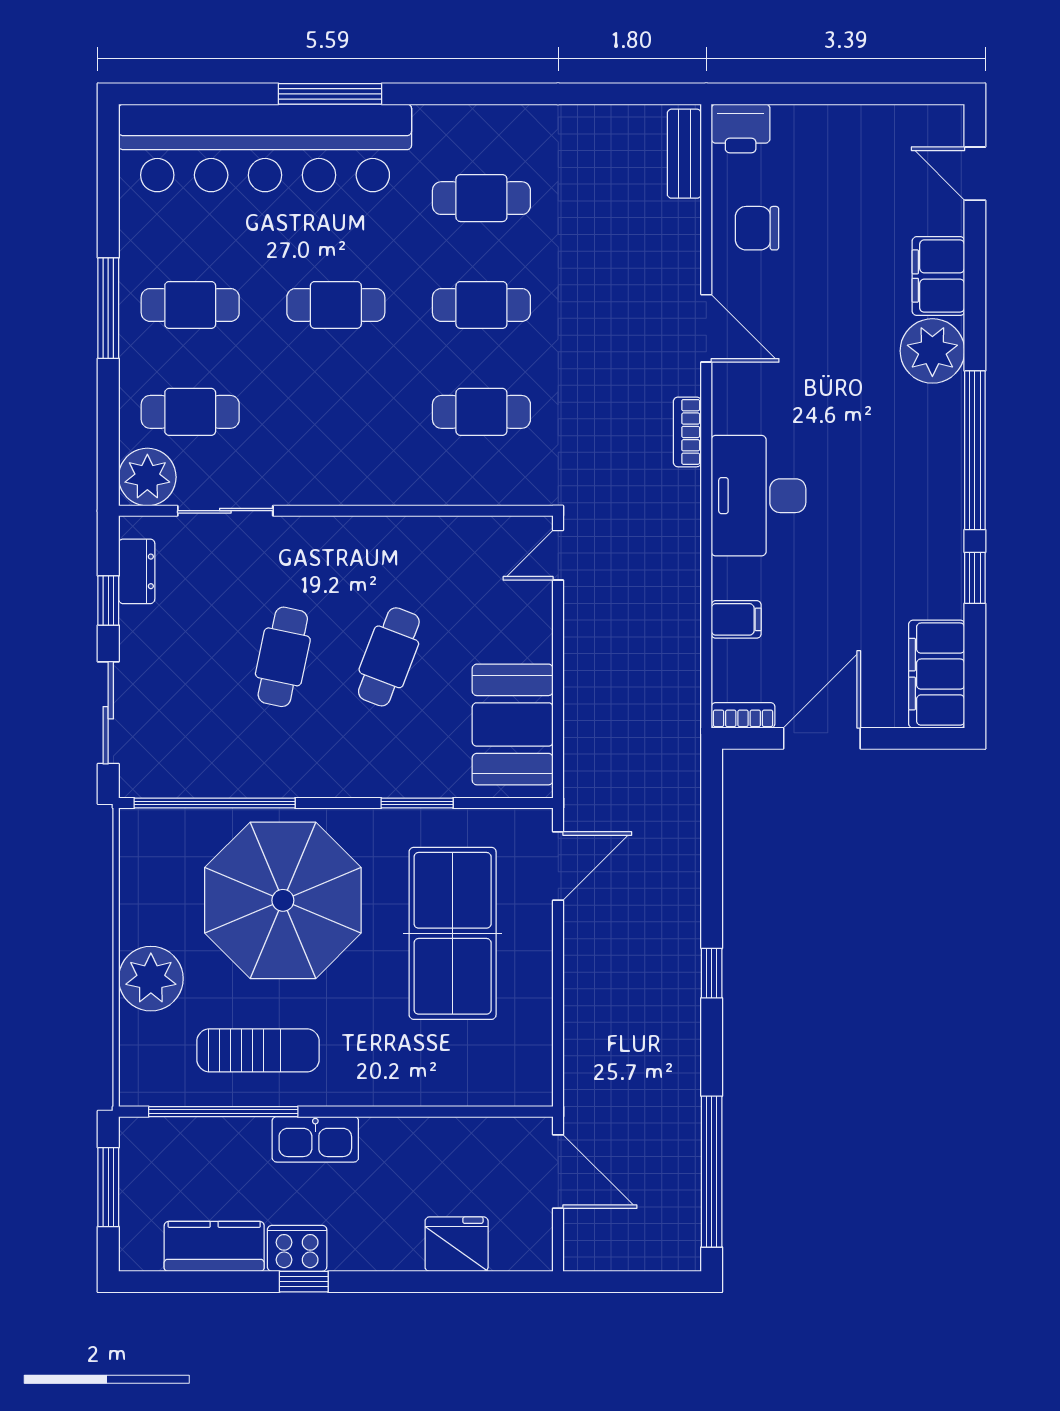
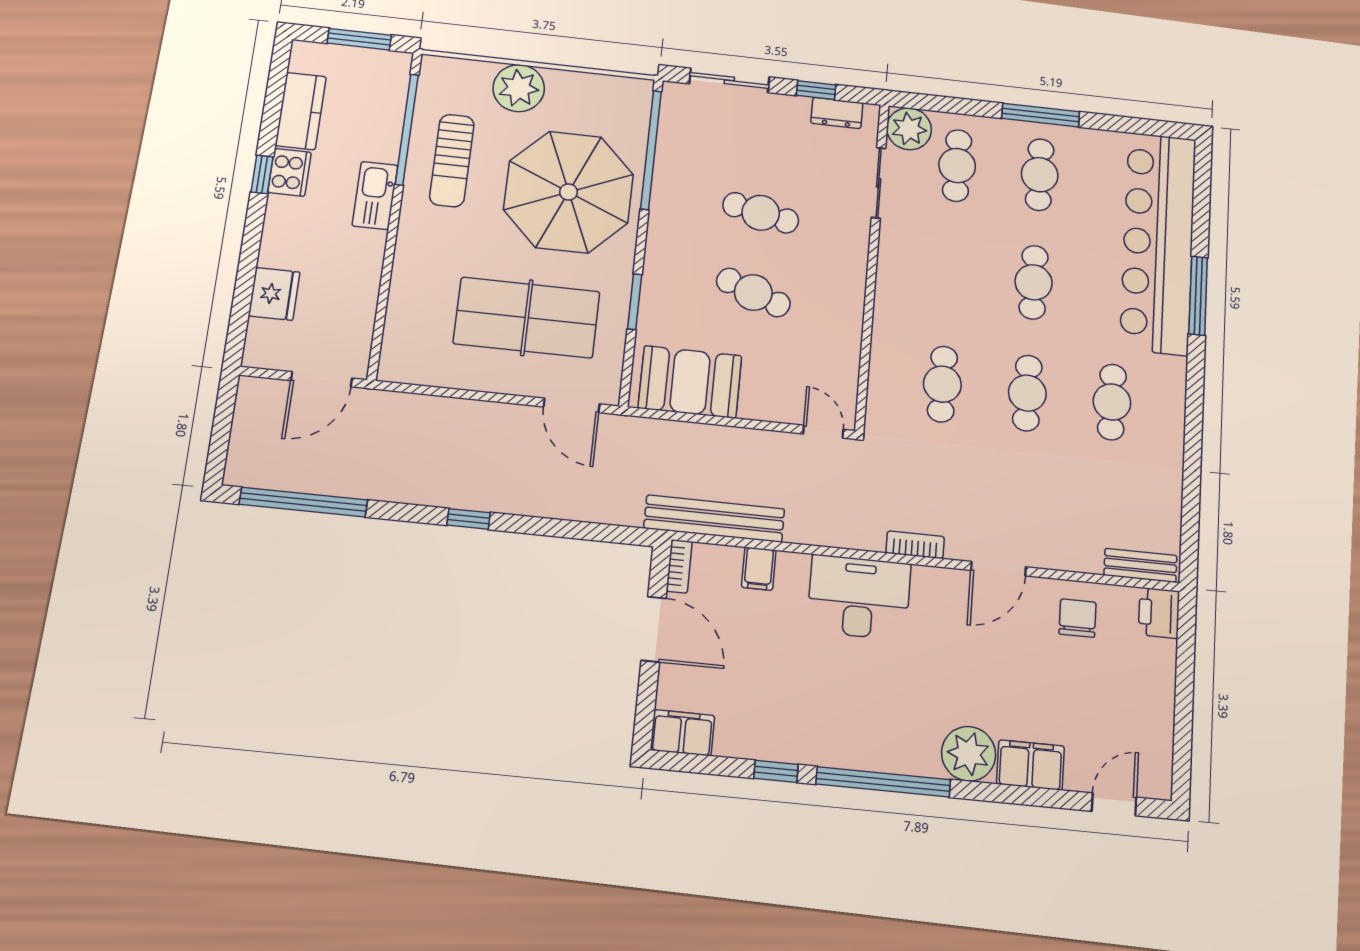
filing cabinet: (937, 674) -> (682, 733), width x0.67, depth x0.86
bench: (680, 679) -> (714, 519), added

